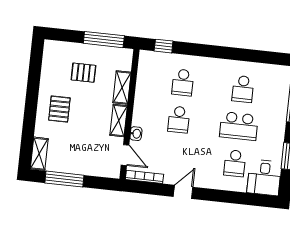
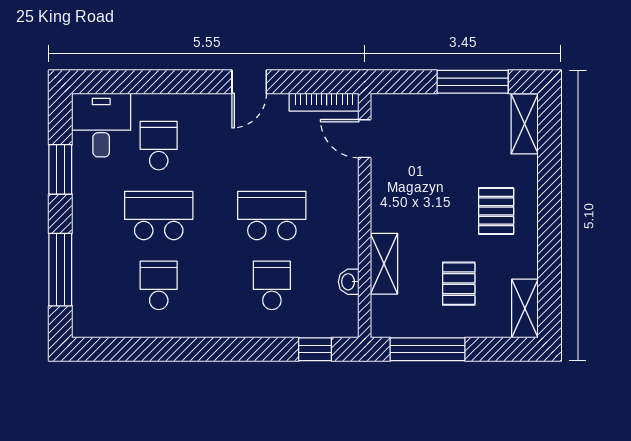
pallet: (83, 73) -> (459, 284), turned 90
school desk: (179, 120) -> (272, 216), width x1.85
shelving: (119, 121) -> (525, 308), moved
washbasin: (136, 134) -> (349, 282), moved

